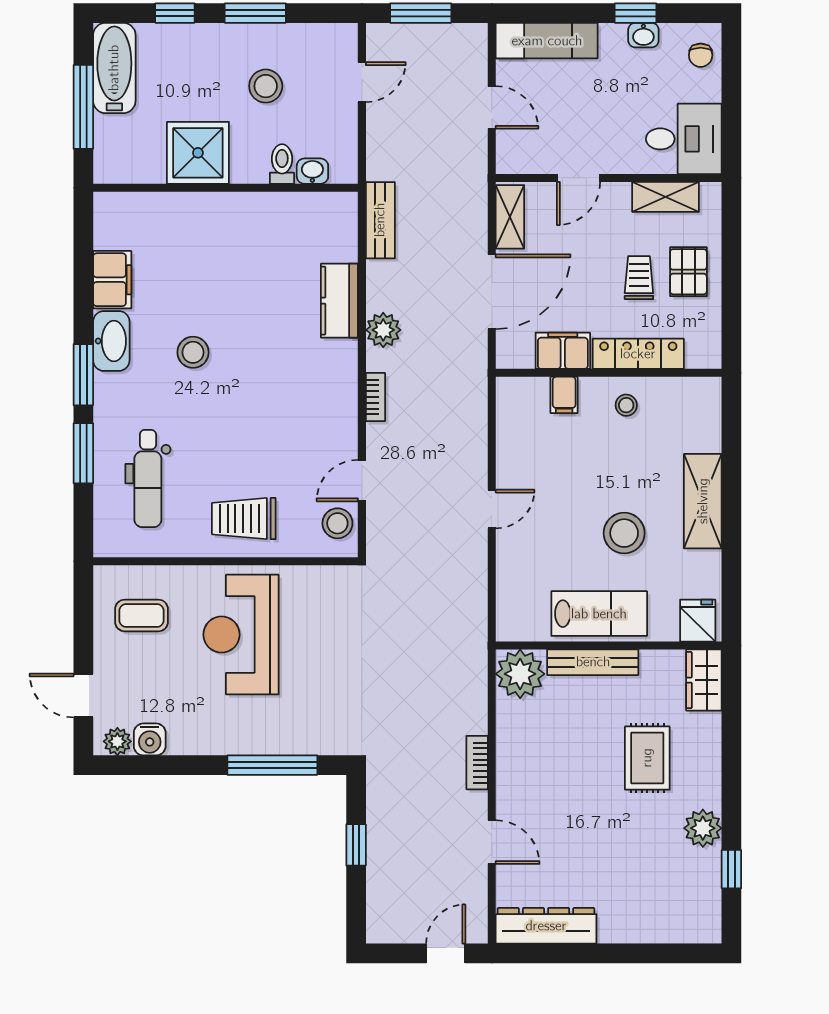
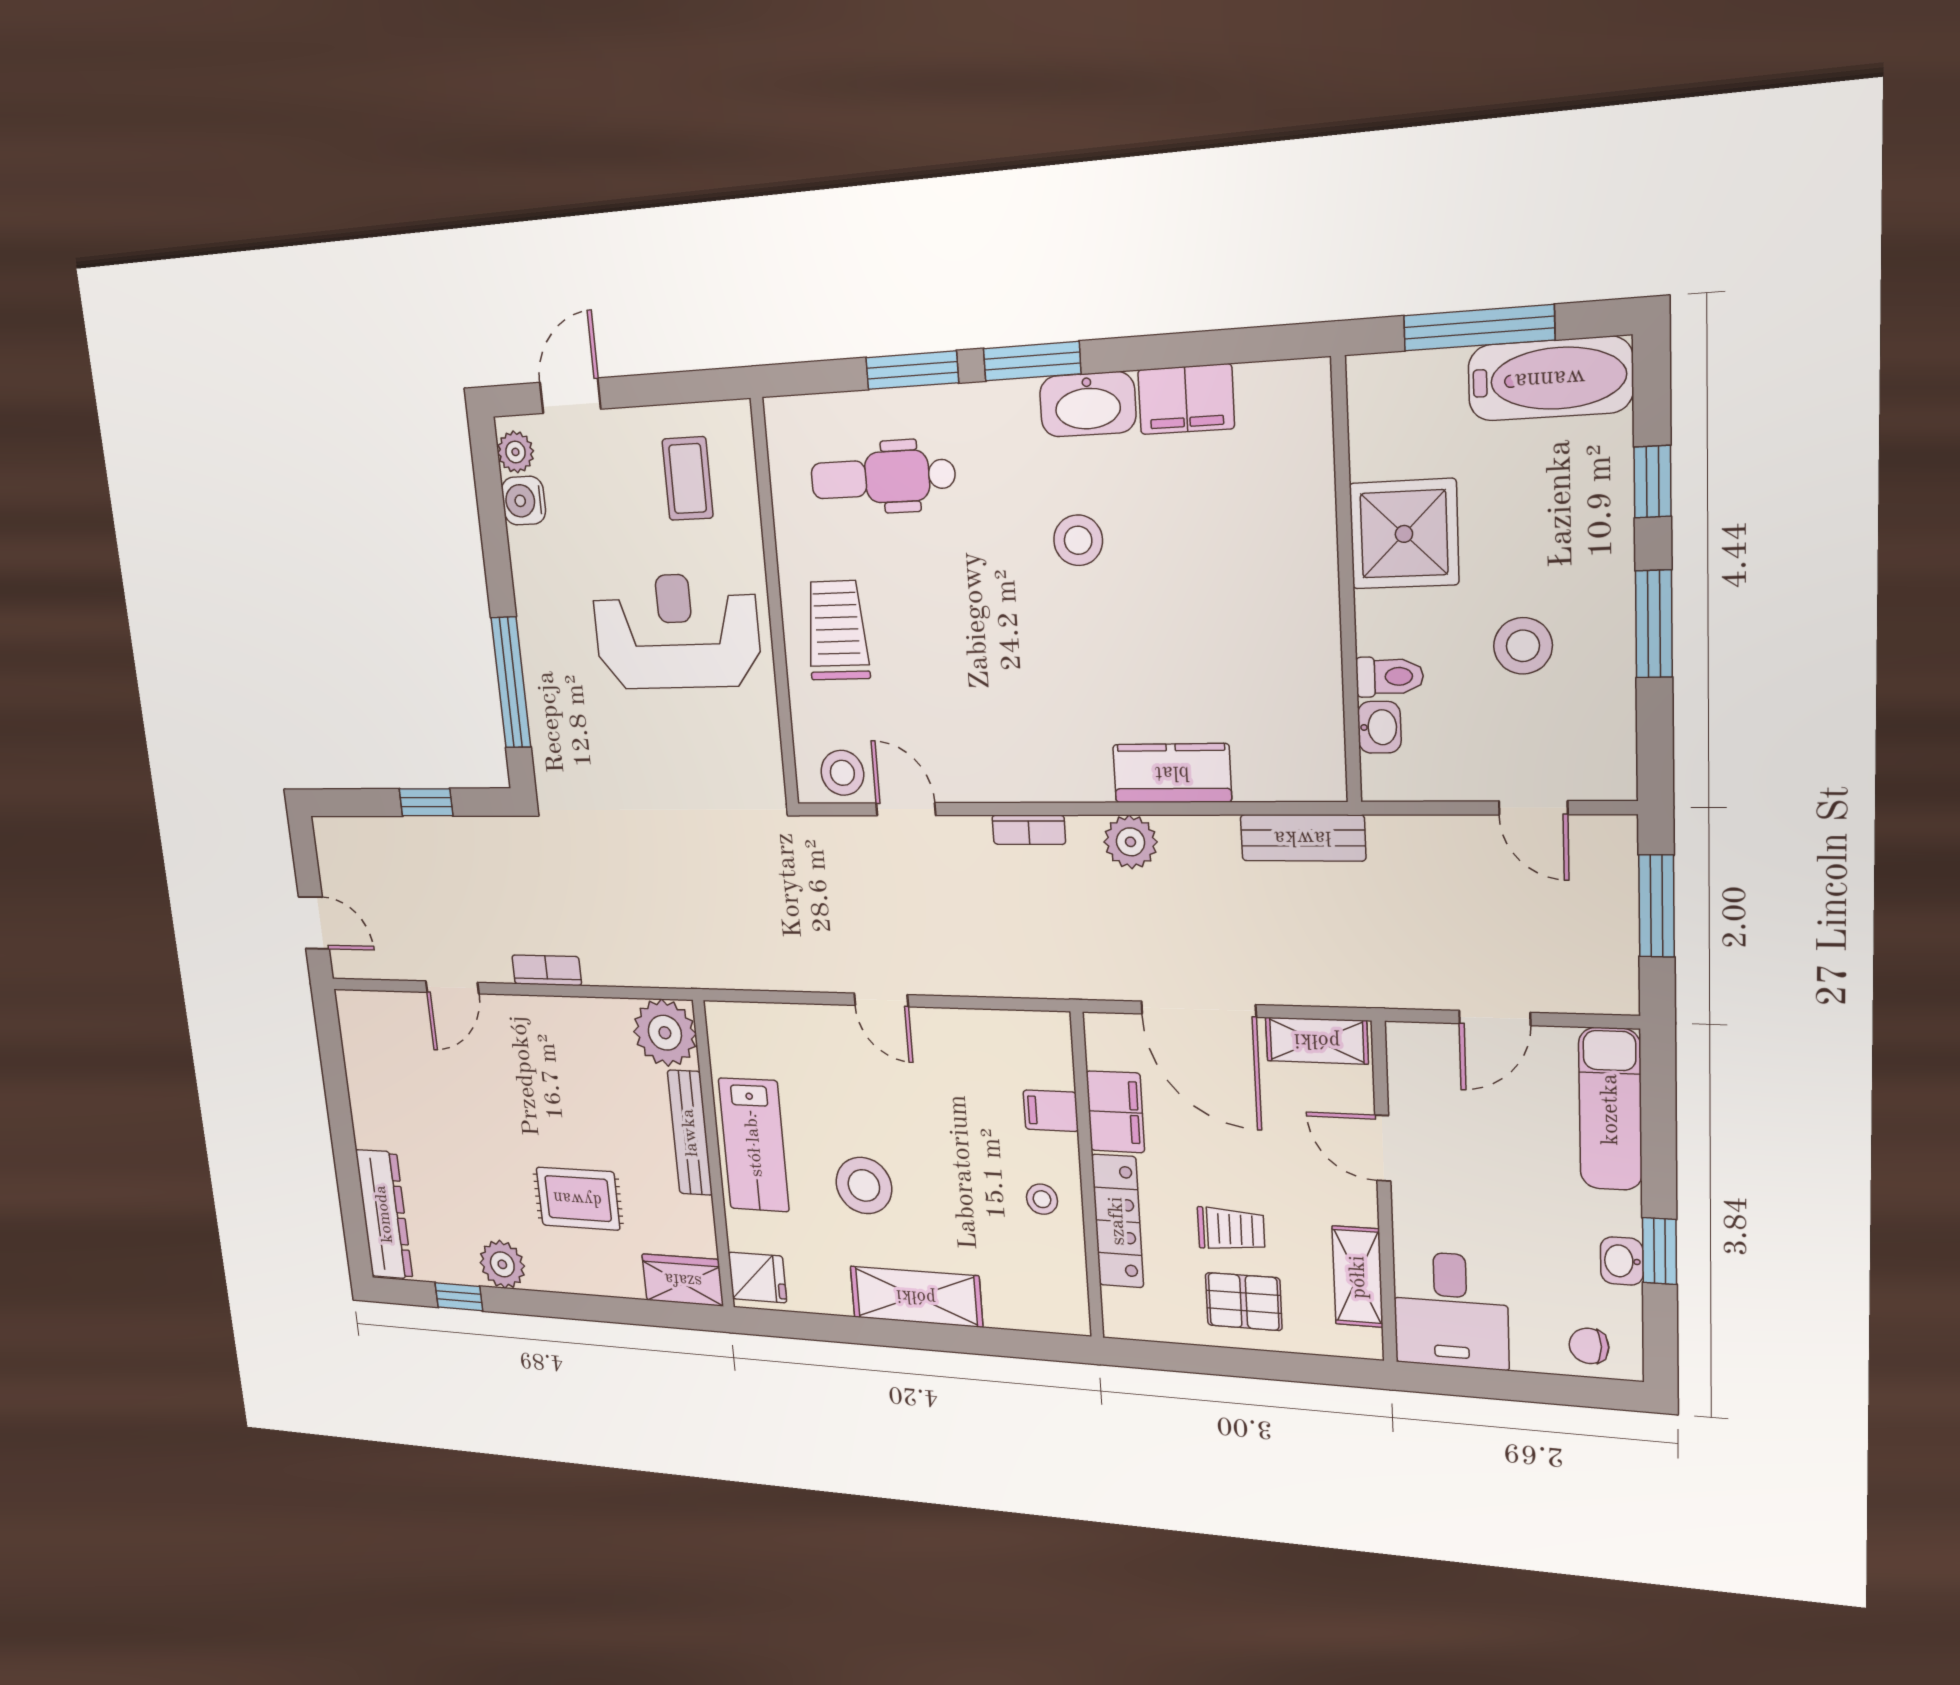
dresser: (546, 926) -> (384, 1214), moved

